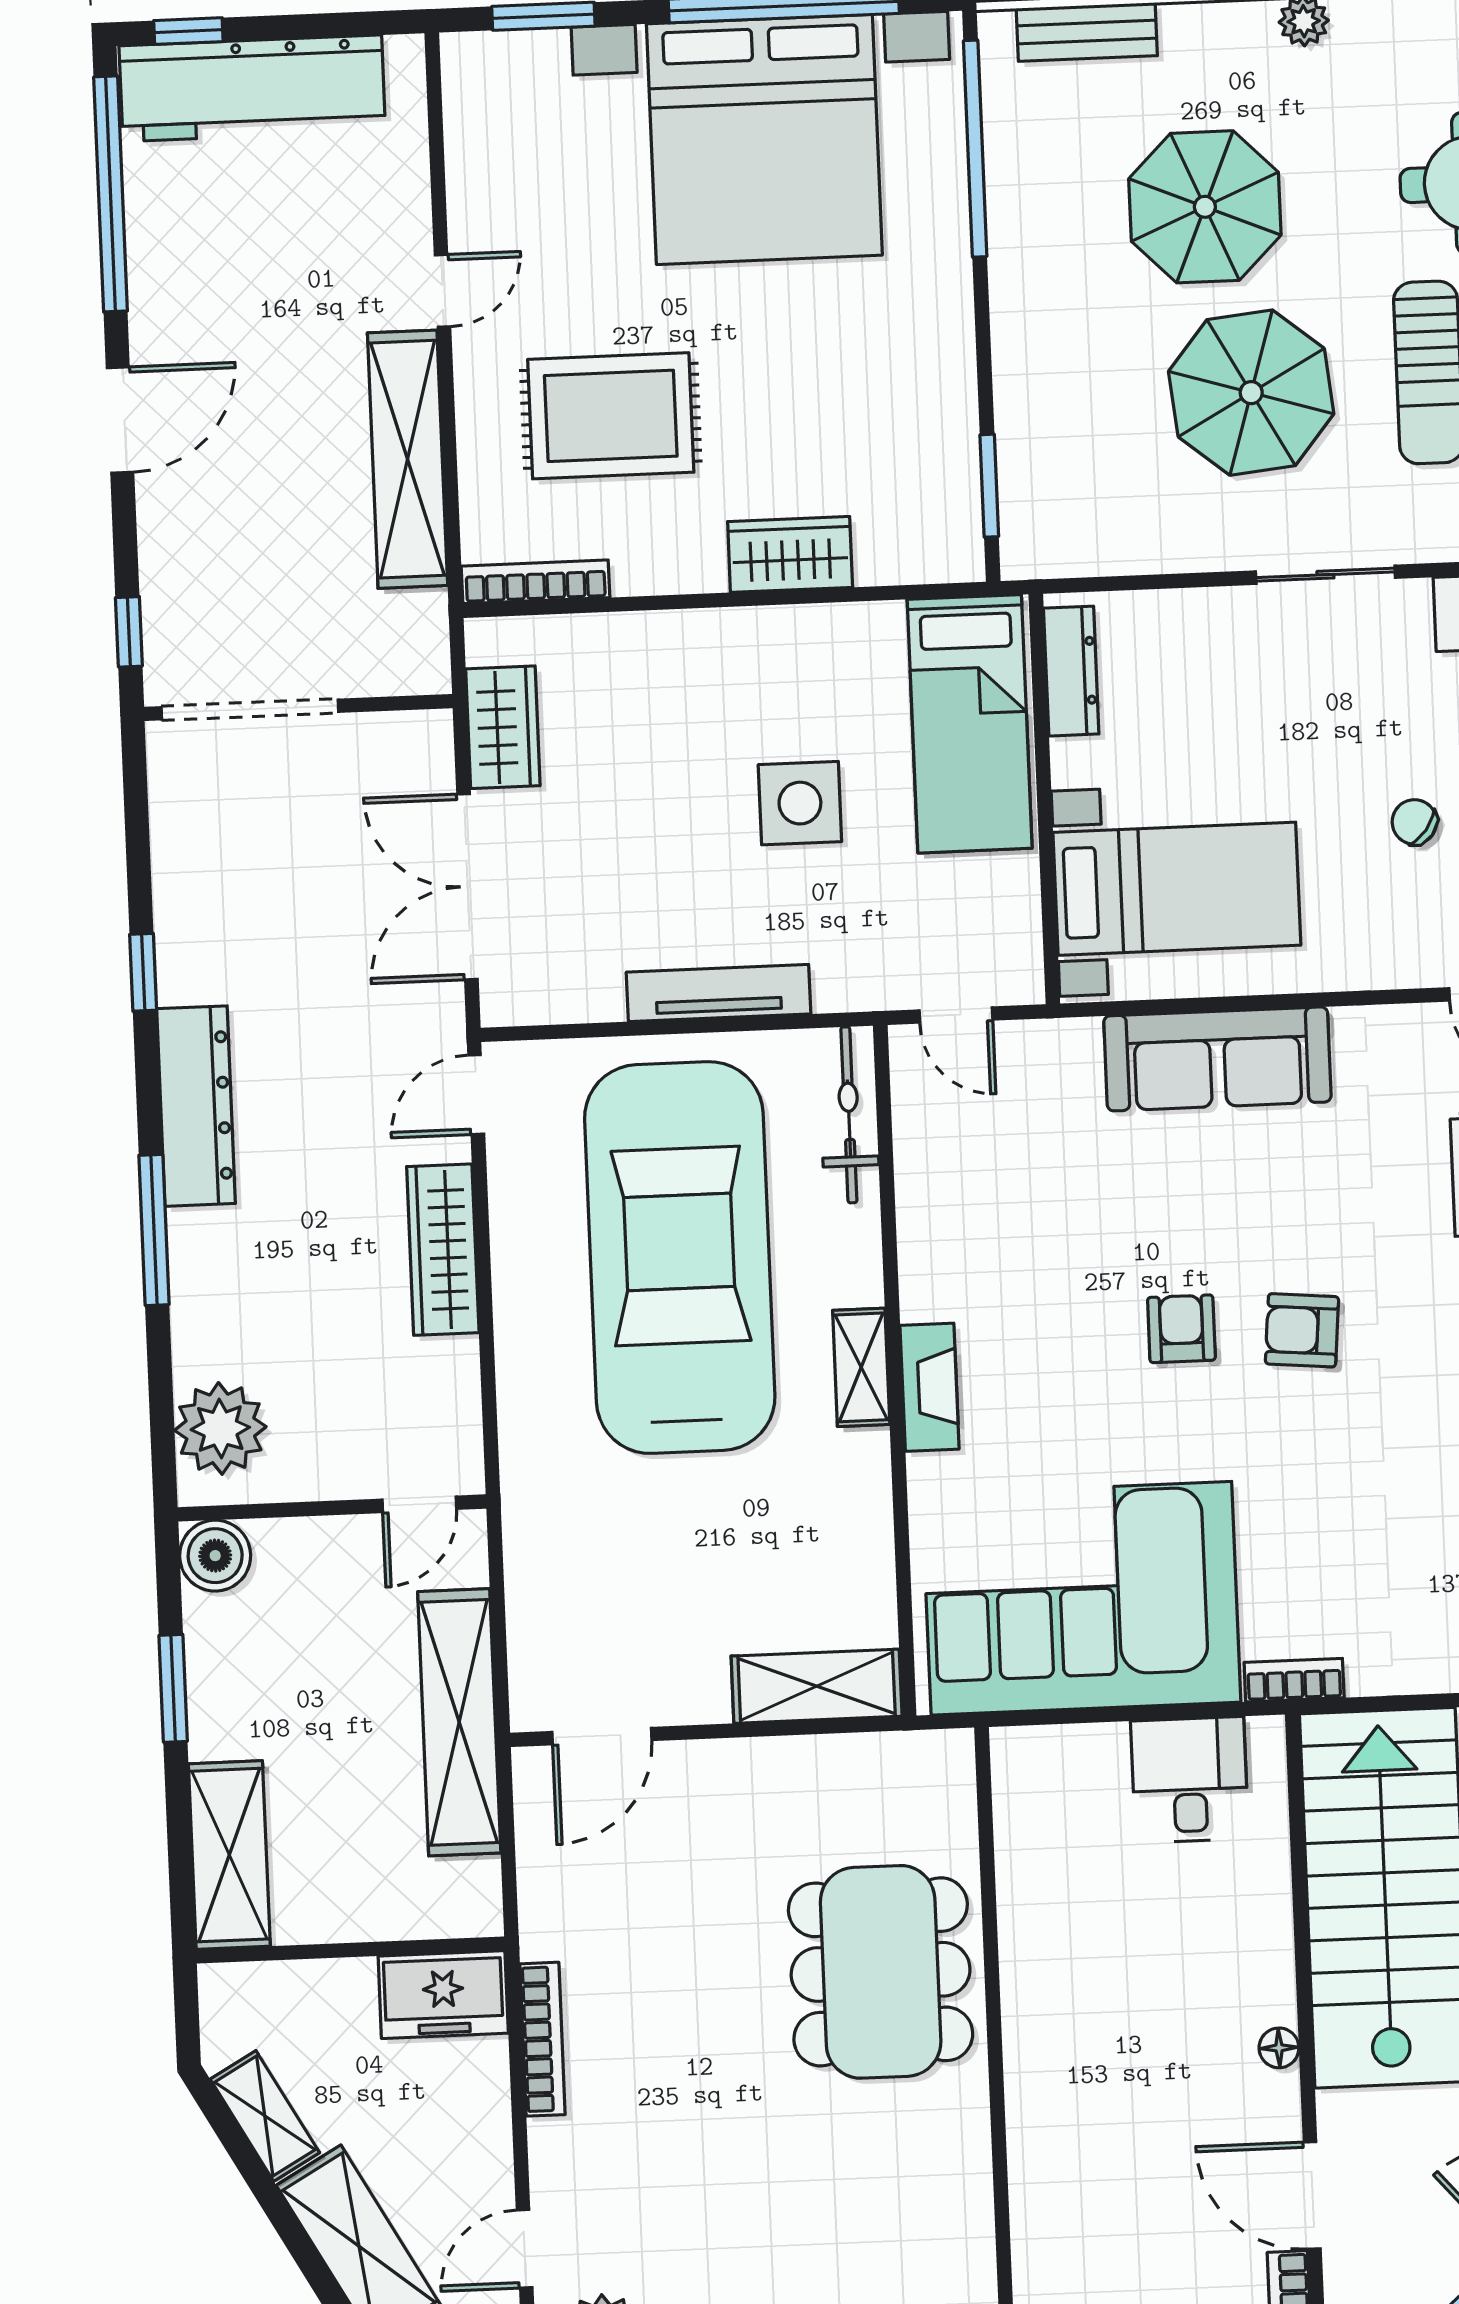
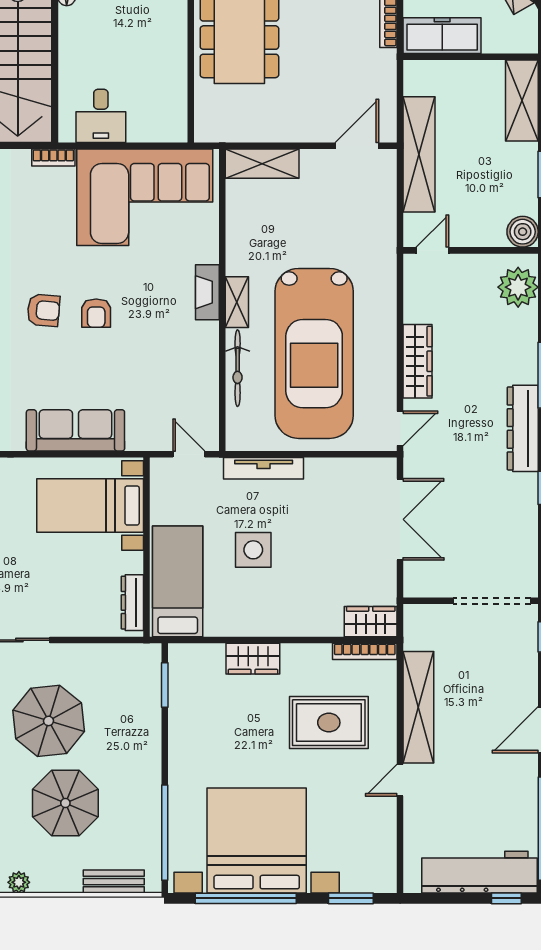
wardrobe: (503, 727) -> (371, 622), moved, turned 90
tv unit: (718, 993) -> (264, 468), moved
bicycle: (849, 1115) -> (238, 368), moved
freezer: (443, 1995) -> (442, 36), width x1.40

